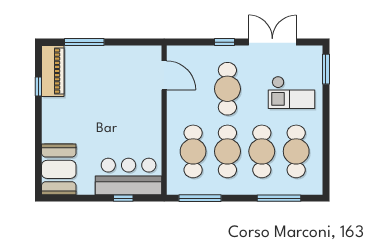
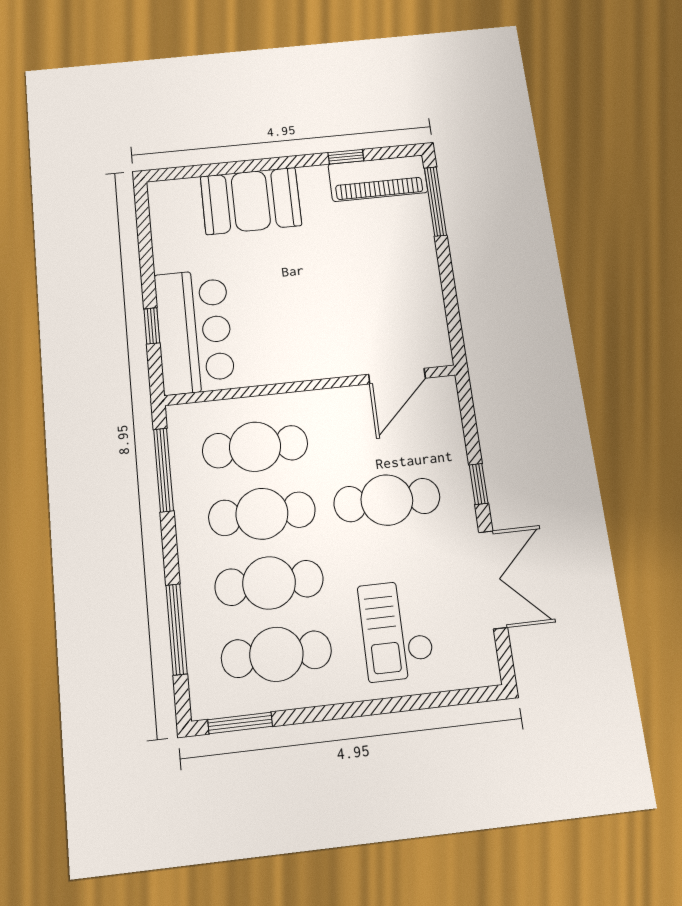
window: (84, 42) -> (435, 201), moved
window: (326, 69) -> (240, 723), moved
booth: (59, 169) -> (251, 201), moved

